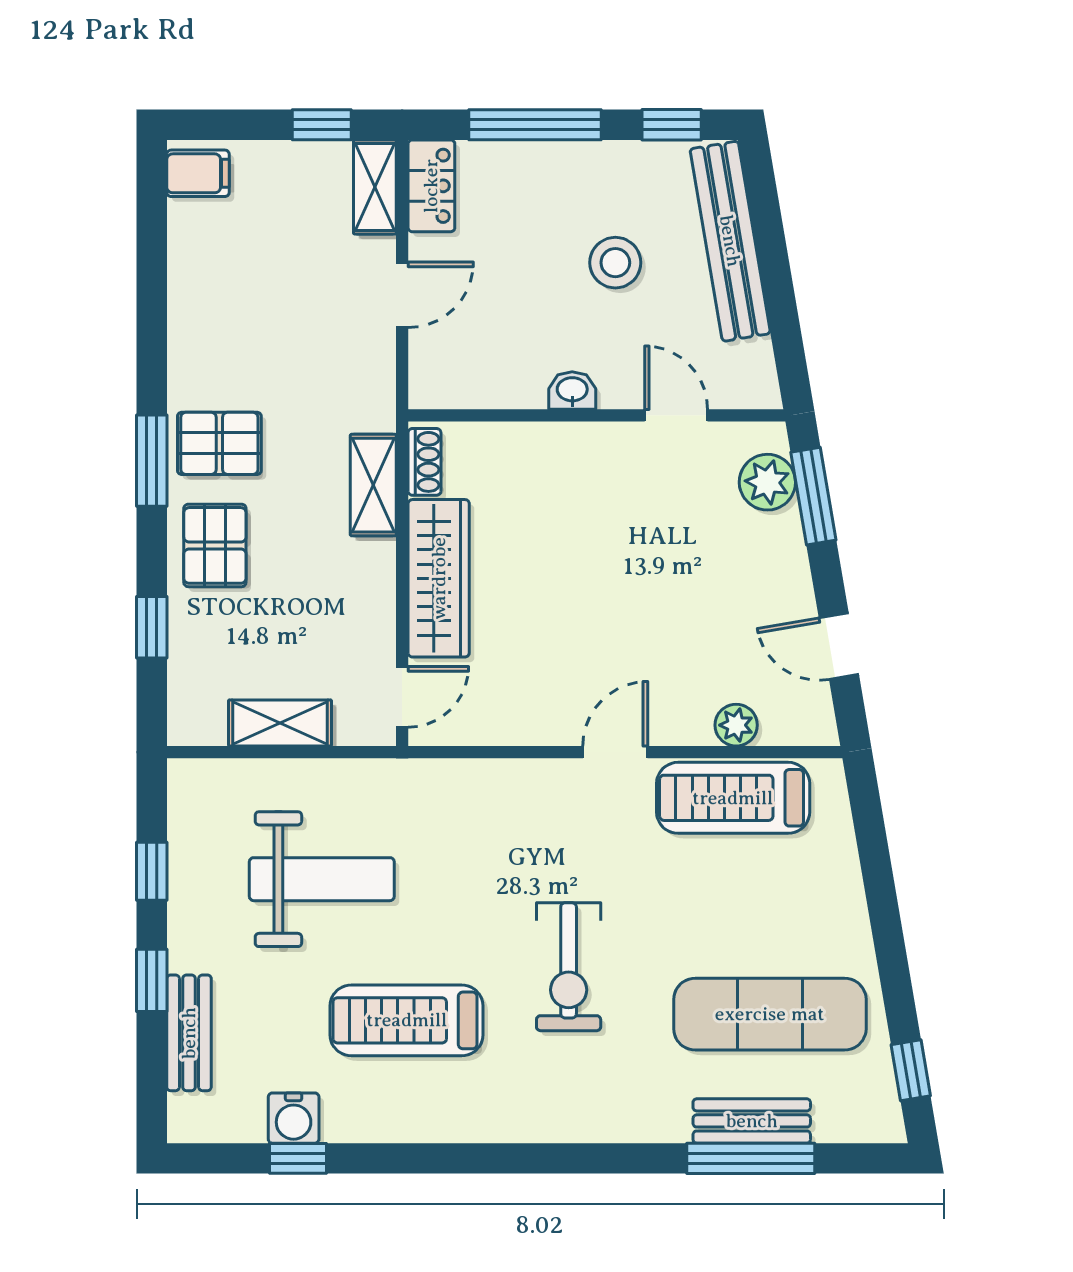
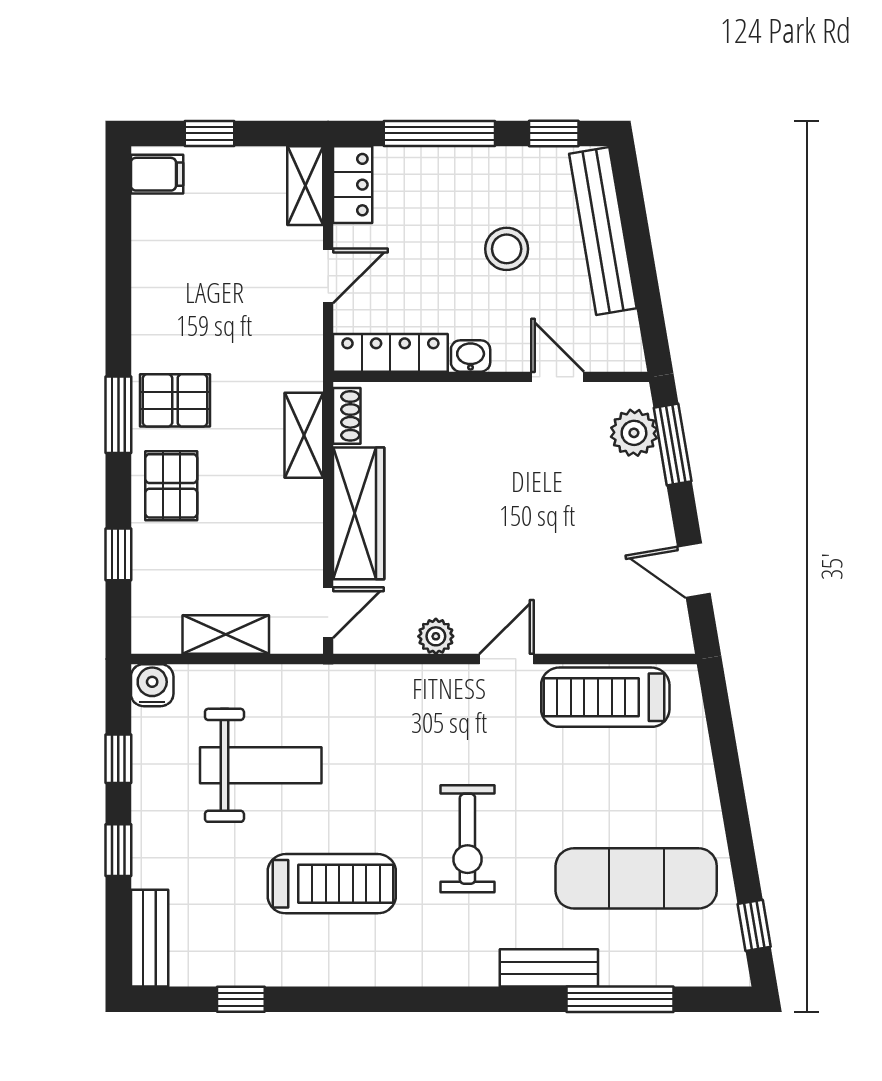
window: (322, 125) -> (209, 133), moved
locker: (477, 387) -> (390, 353), added
plant: (736, 725) -> (436, 636), moved
treadmill: (407, 1020) -> (332, 884), turned 180
bench: (189, 1033) -> (150, 938), moved
water cooler: (294, 1118) -> (152, 685), moved, turned 180
bench: (752, 1121) -> (549, 968), moved

